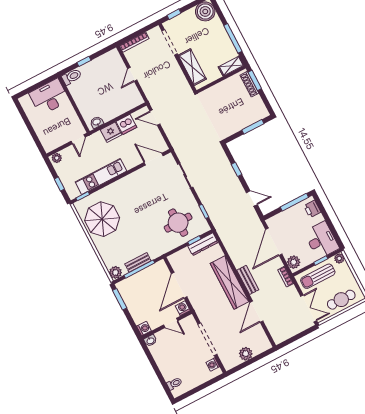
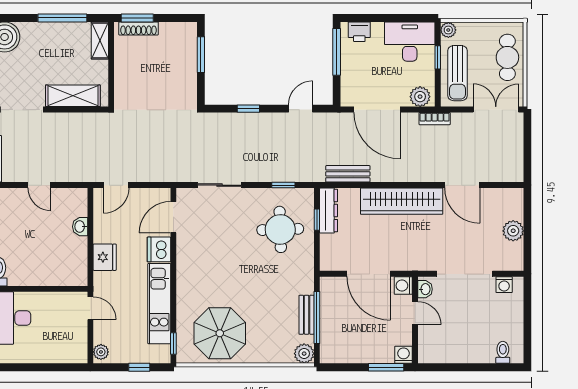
washbasin: (97, 122) -> (80, 227), moved
dishwasher: (126, 124) -> (159, 249), moved, turned 180
bench: (248, 280) -> (348, 174), moved
window: (120, 299) -> (386, 367), moved
door: (171, 323) -> (415, 313), hinge flipped
washbasin: (150, 341) -> (425, 289), moved

